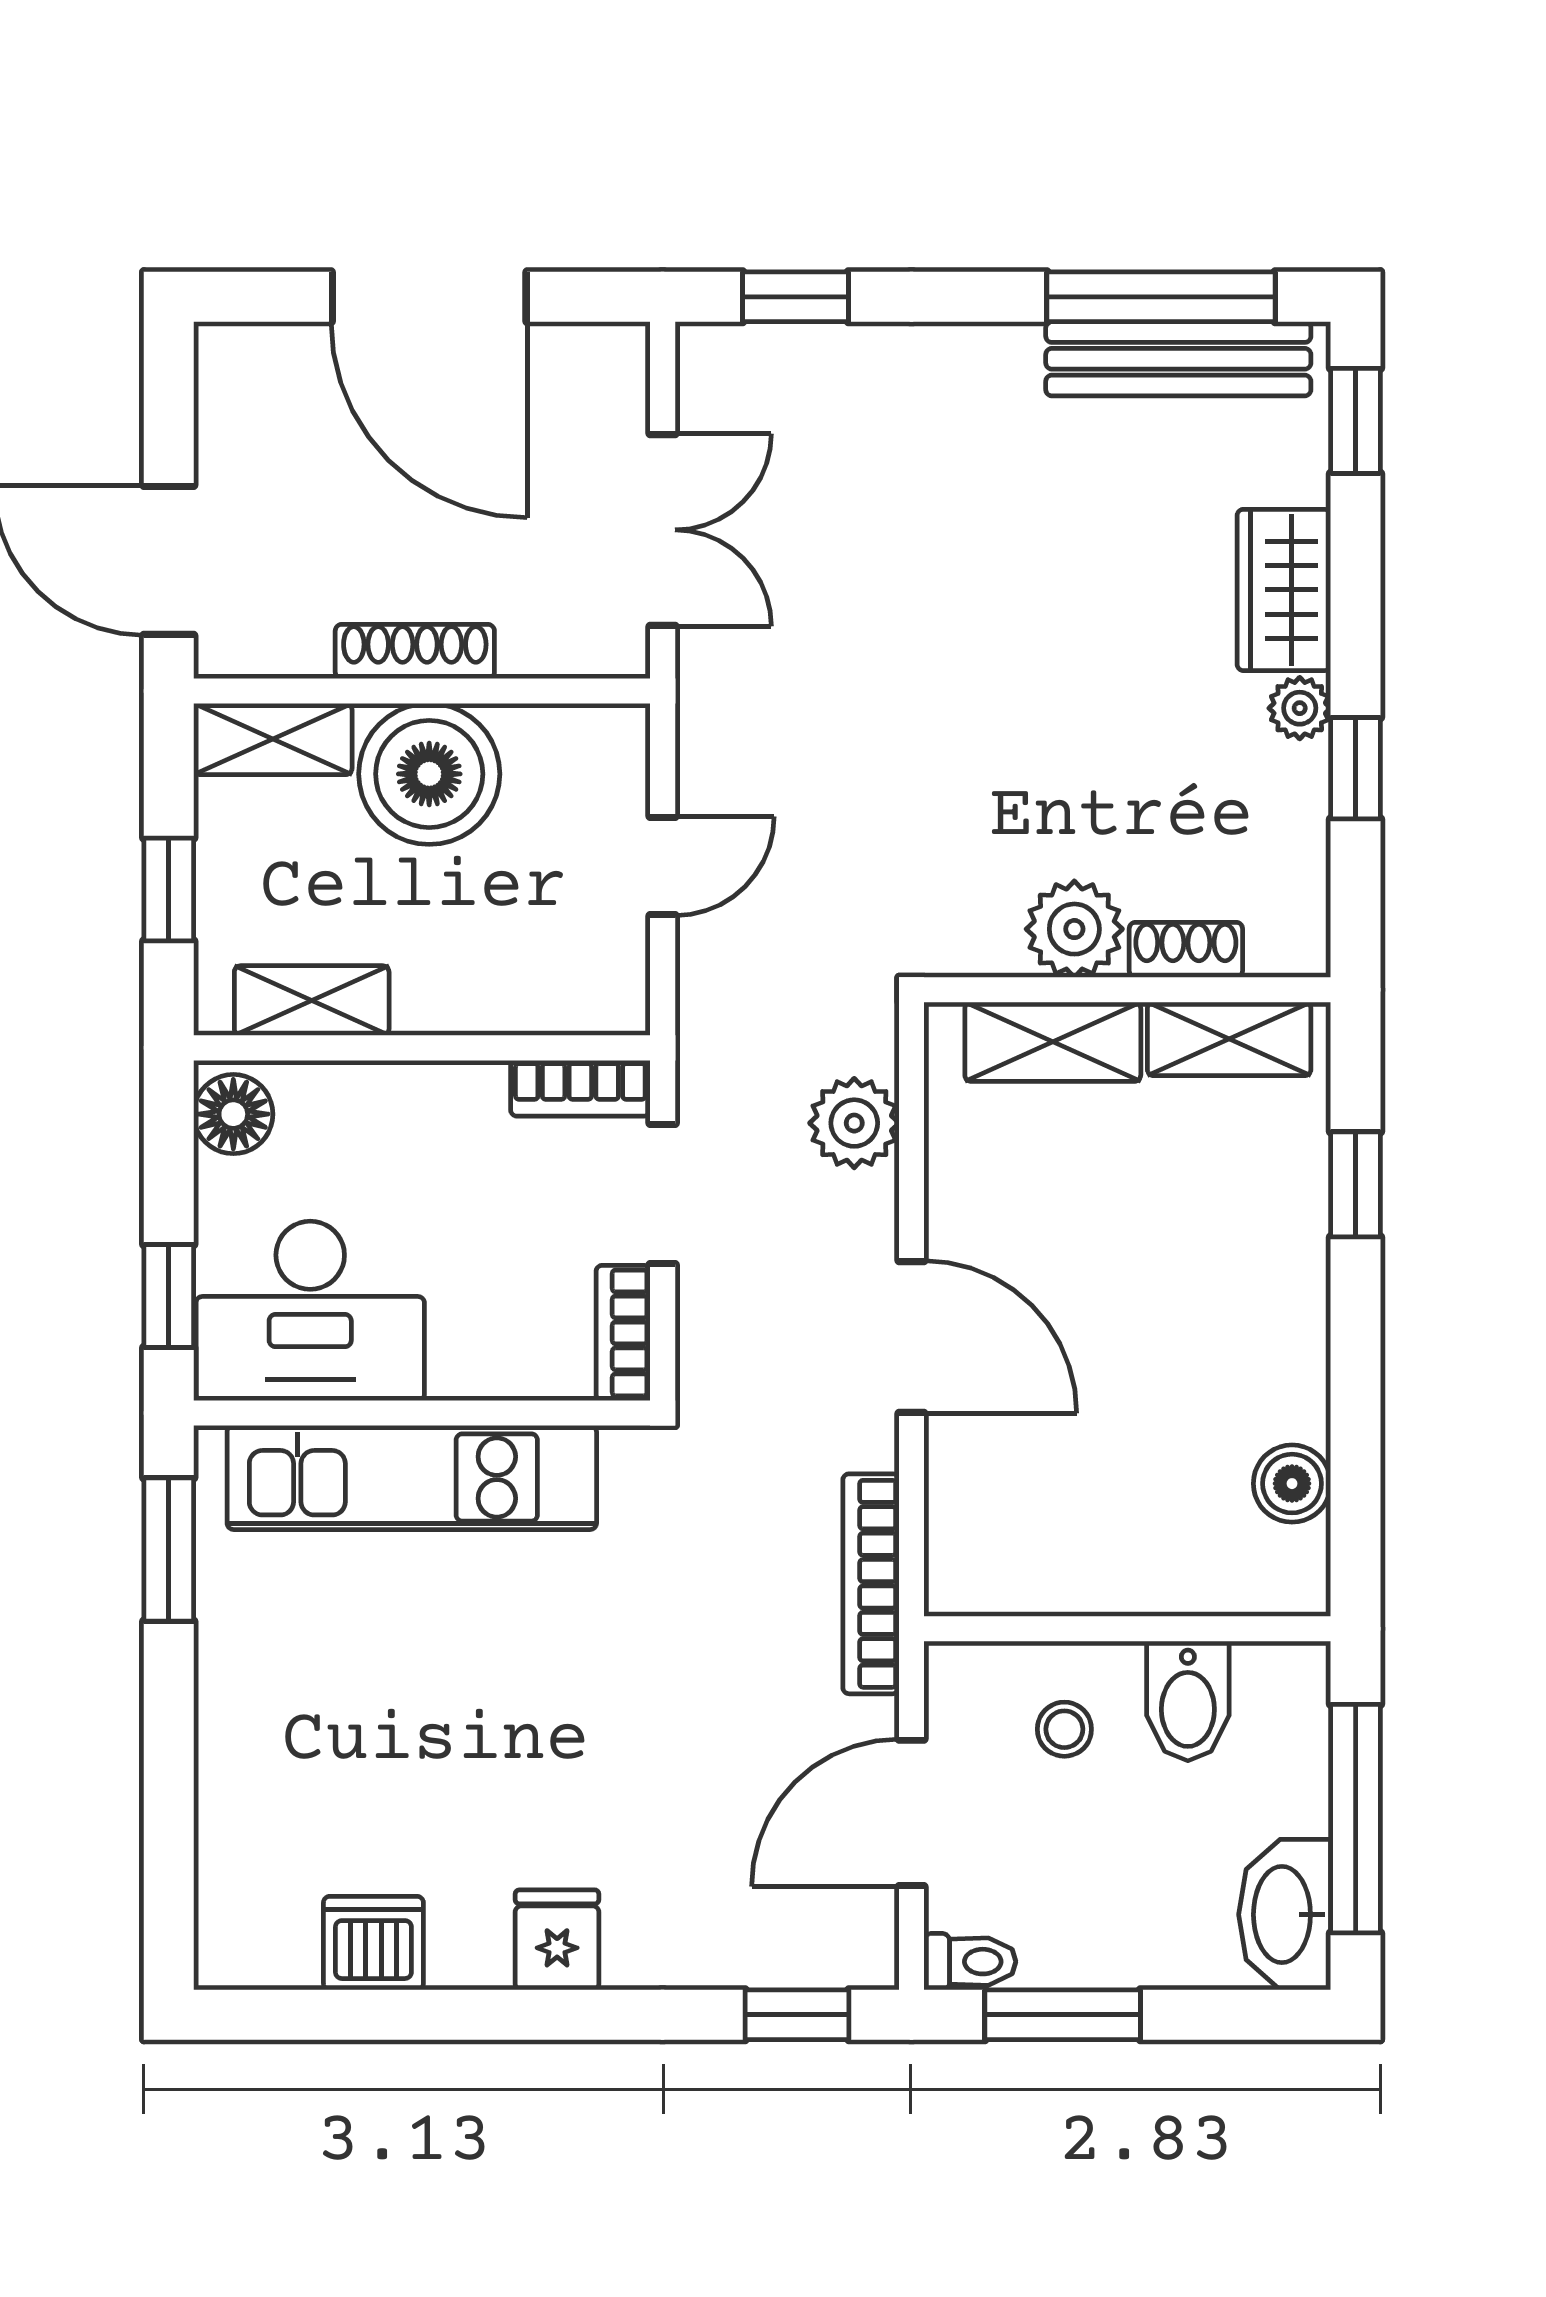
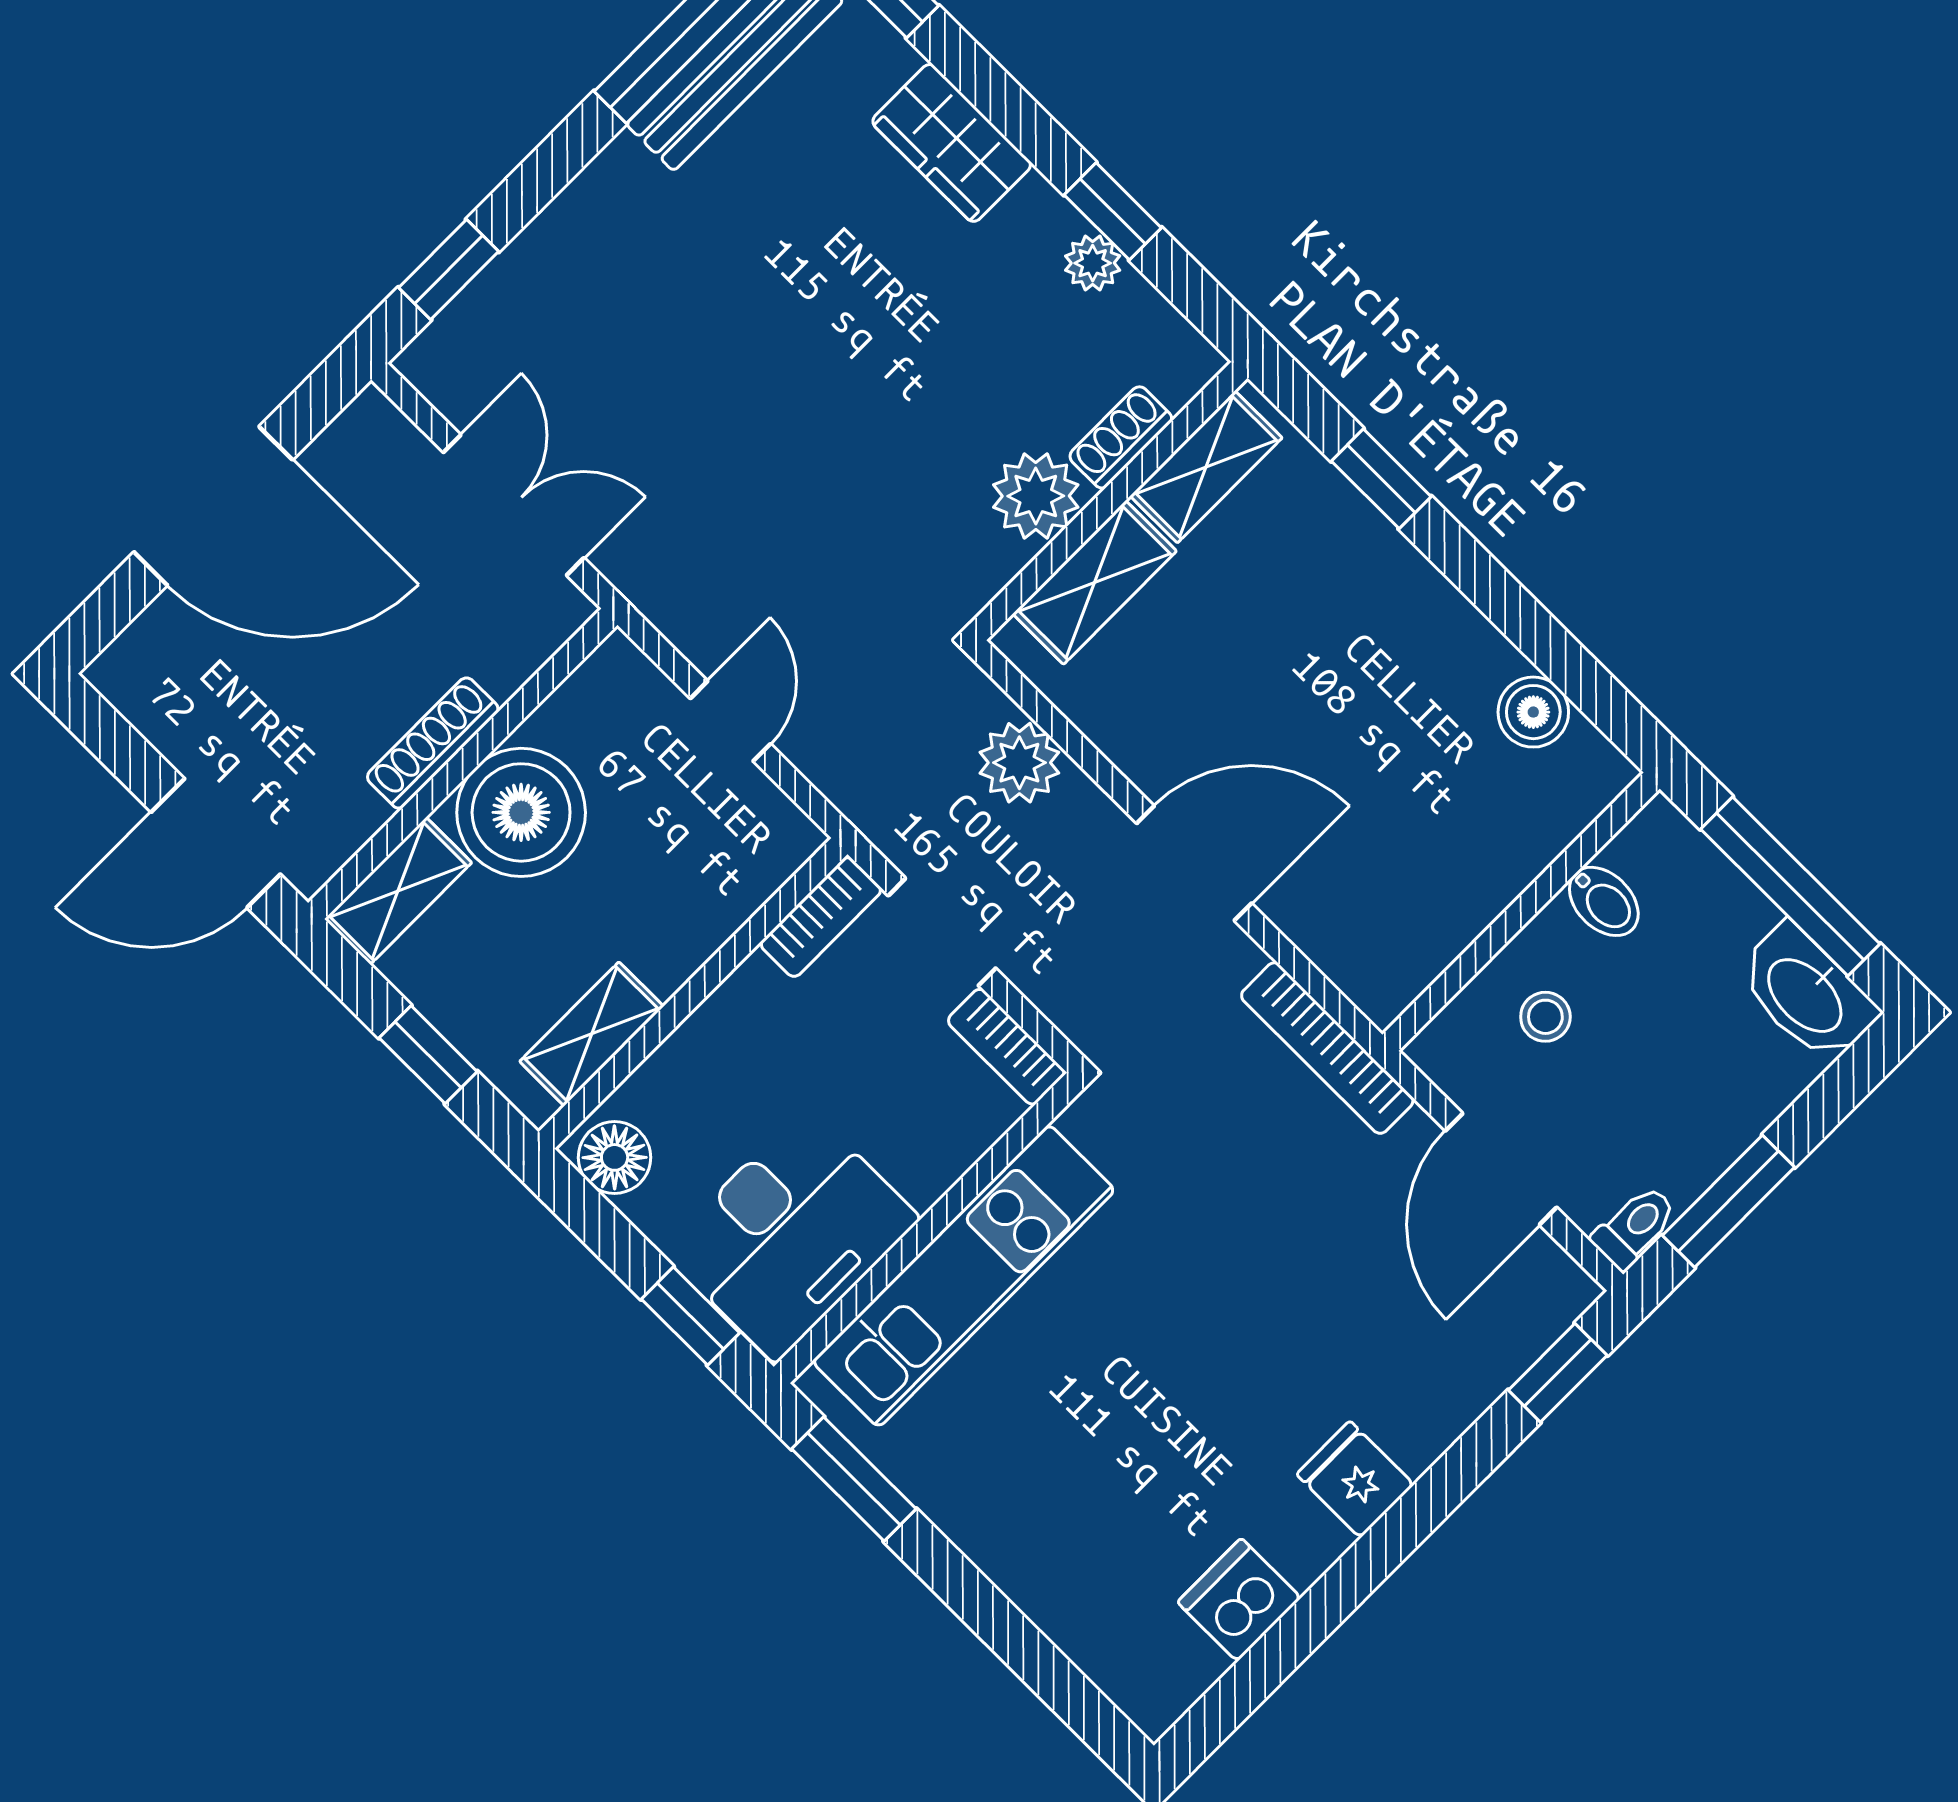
plant: (1300, 708) -> (1093, 263), moved
bidet: (1188, 1701) -> (1604, 901), width x0.72, depth x0.74

